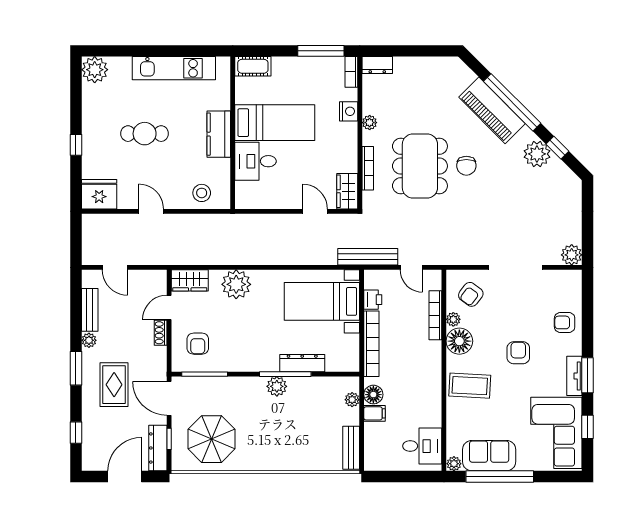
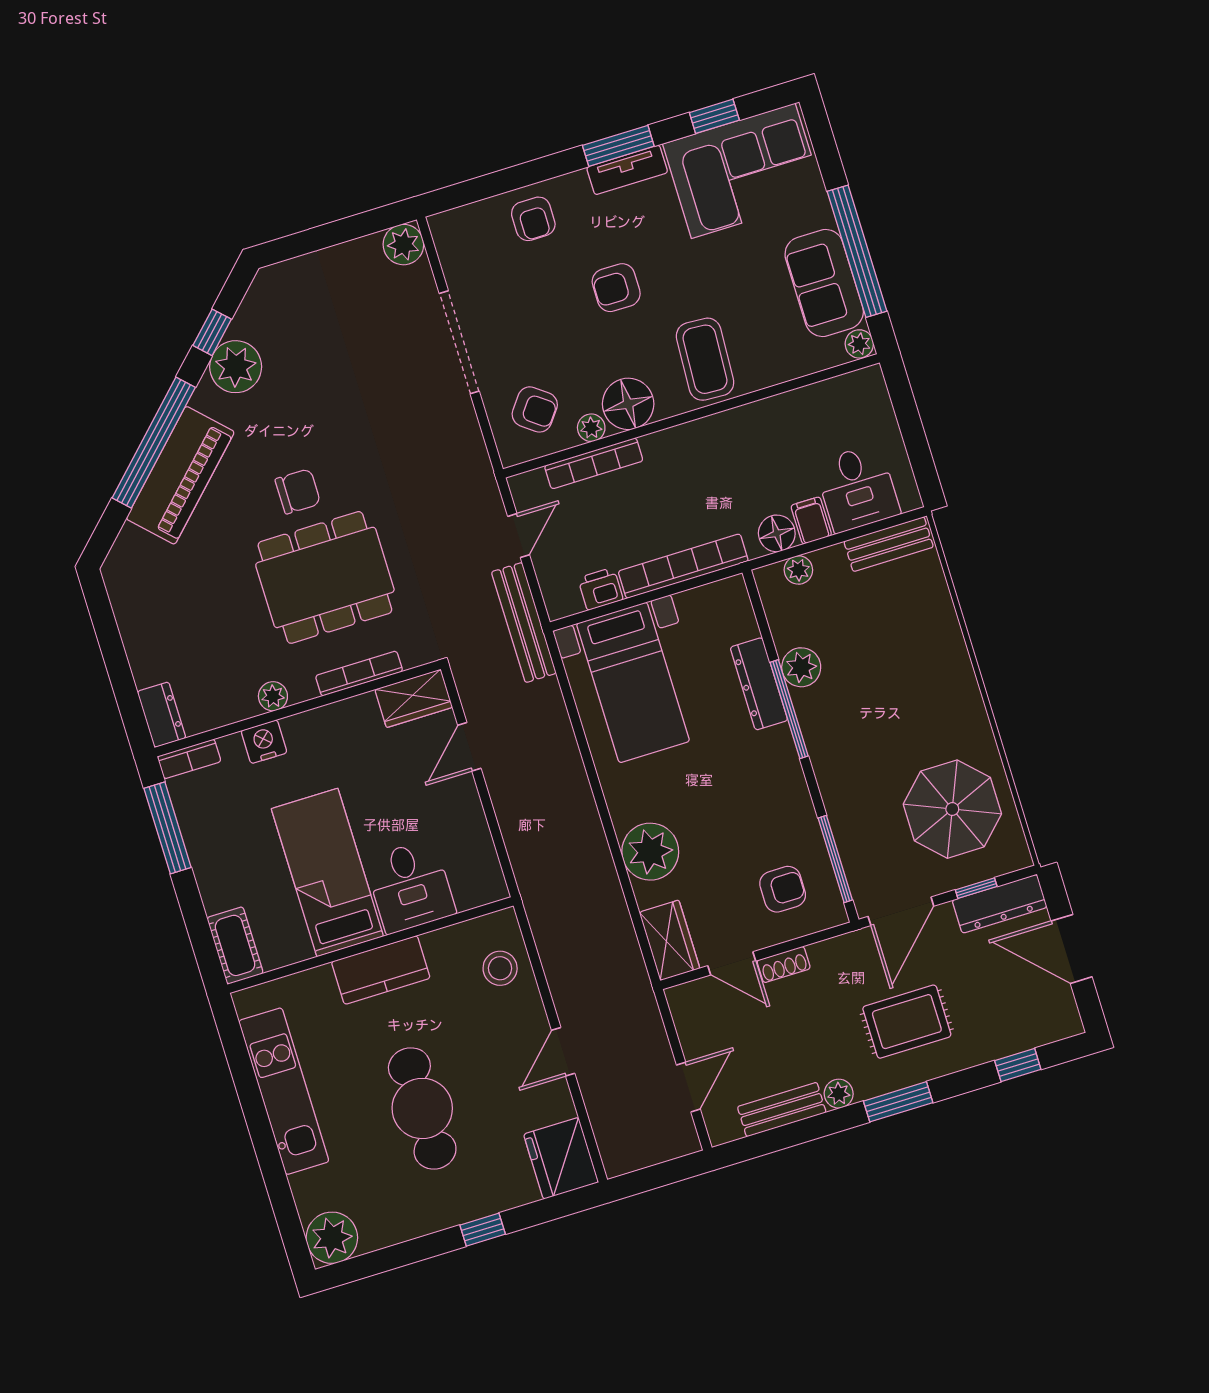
cafe table: (145, 134) -> (422, 1108), width x1.37, depth x1.35
plant: (277, 386) -> (801, 667), moved
desk: (422, 446) -> (857, 488), moved, turned 180

